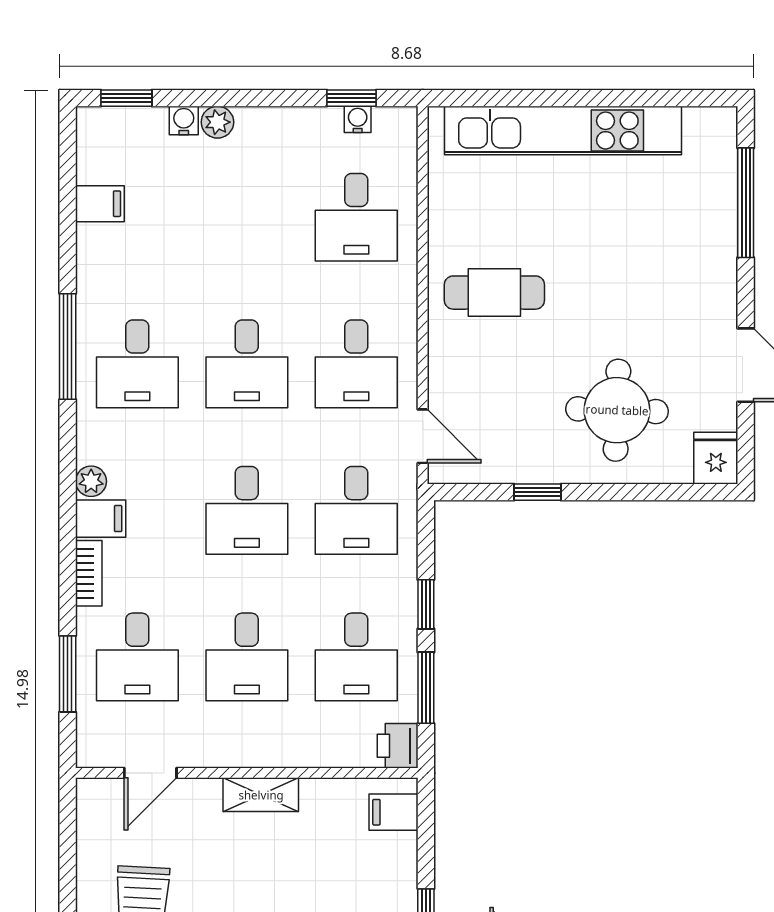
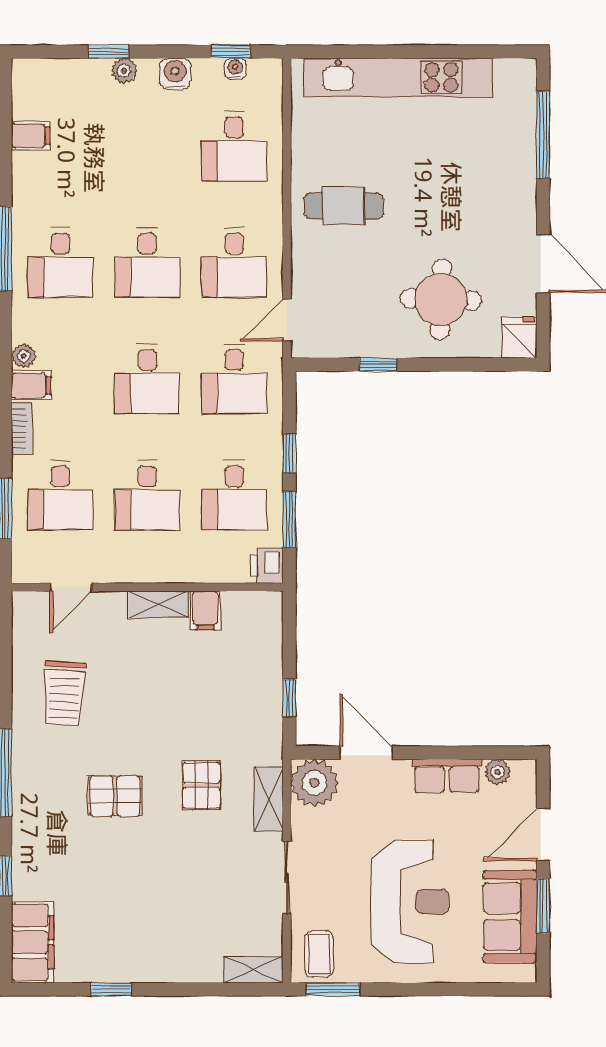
window: (126, 98) -> (109, 52), moved
water cooler: (184, 121) -> (175, 74), moved, width x1.38, depth x1.38
door: (423, 436) -> (287, 320), swing flipped
filing cabinet: (393, 812) -> (205, 610), moved, turned -90

